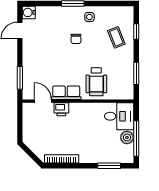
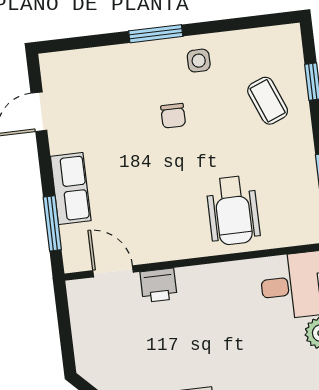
water cooler: (29, 12) -> (55, 67), removed
row of seats: (66, 93) -> (71, 189), moved, turned 90

